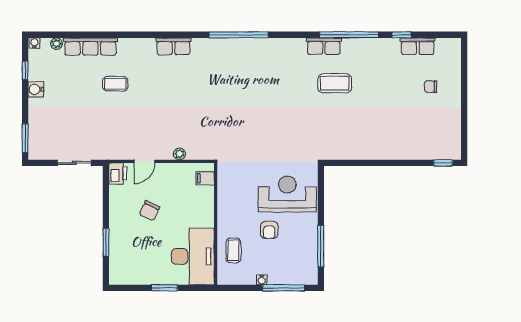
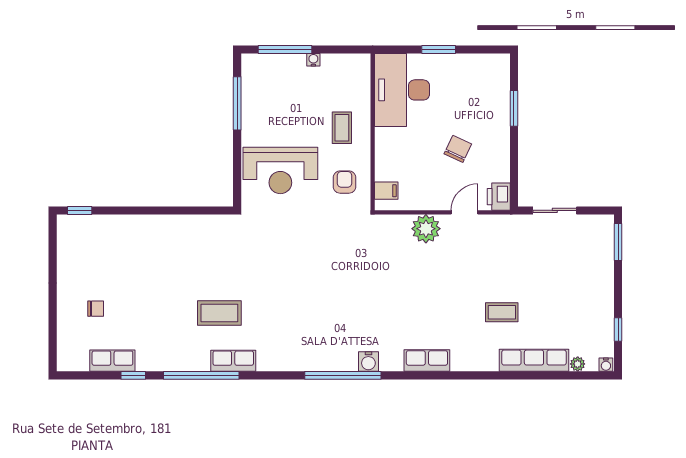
water cooler: (36, 89) -> (368, 362), moved, turned 90
plant: (179, 154) -> (426, 229), width x1.87, depth x1.87
armchair: (269, 230) -> (344, 182), moved
coffee table: (233, 250) -> (342, 128), moved

